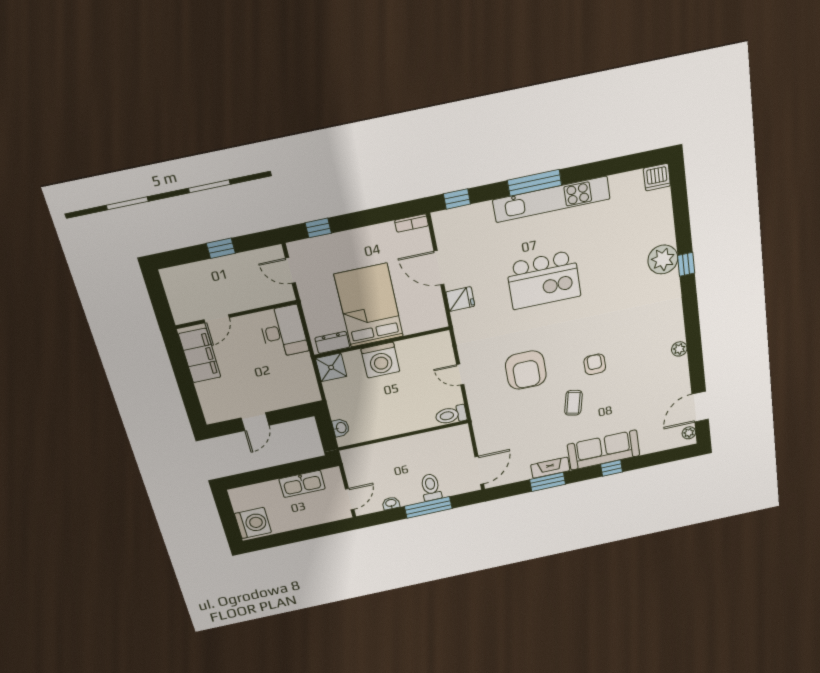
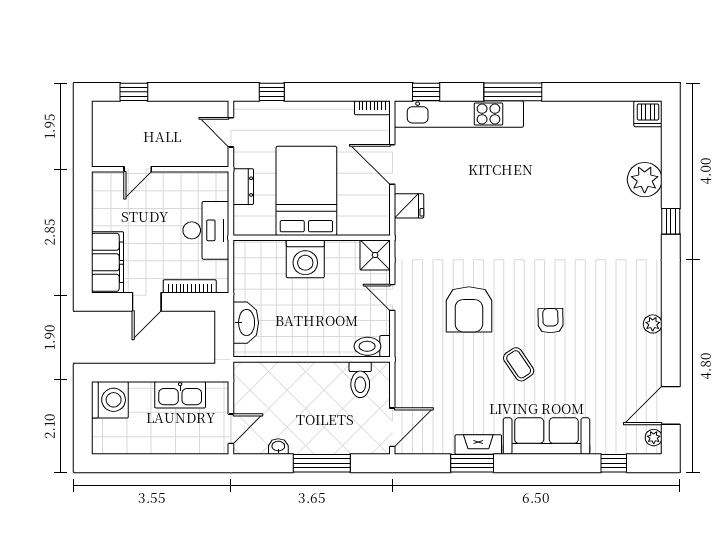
kitchen unit: (552, 199) -> (459, 114), moved
window: (221, 248) -> (134, 92), moved
plant: (663, 259) -> (645, 180), moved
kitchen island: (544, 280) -> (506, 204), removed
desk: (283, 332) -> (206, 230), moved
dresser: (332, 342) -> (243, 187), moved, turned 90
filing cabinet: (200, 356) -> (108, 262), moved
shower: (331, 367) -> (375, 255), moved
bookcase: (288, 402) -> (190, 286), added
coffee table: (573, 403) -> (519, 364), turned -46
washbasin: (341, 428) -> (246, 323), width x1.91, depth x1.45
window: (612, 468) -> (614, 463), moved
toilet: (431, 487) -> (360, 380), moved, turned 180
washing machine: (253, 523) -> (110, 400), moved

